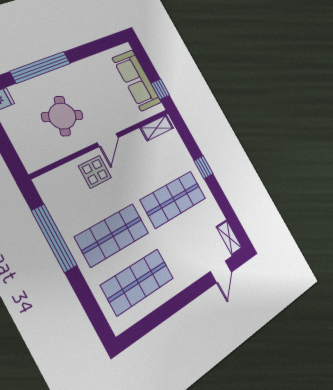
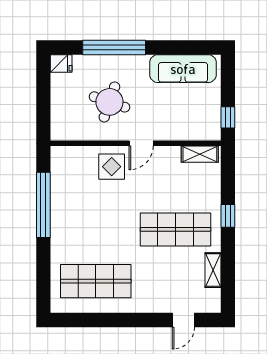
sofa: (137, 80) -> (183, 69), moved, turned -90
shop shelf: (112, 235) -> (96, 229), removed
shelving: (229, 238) -> (213, 270), moved

